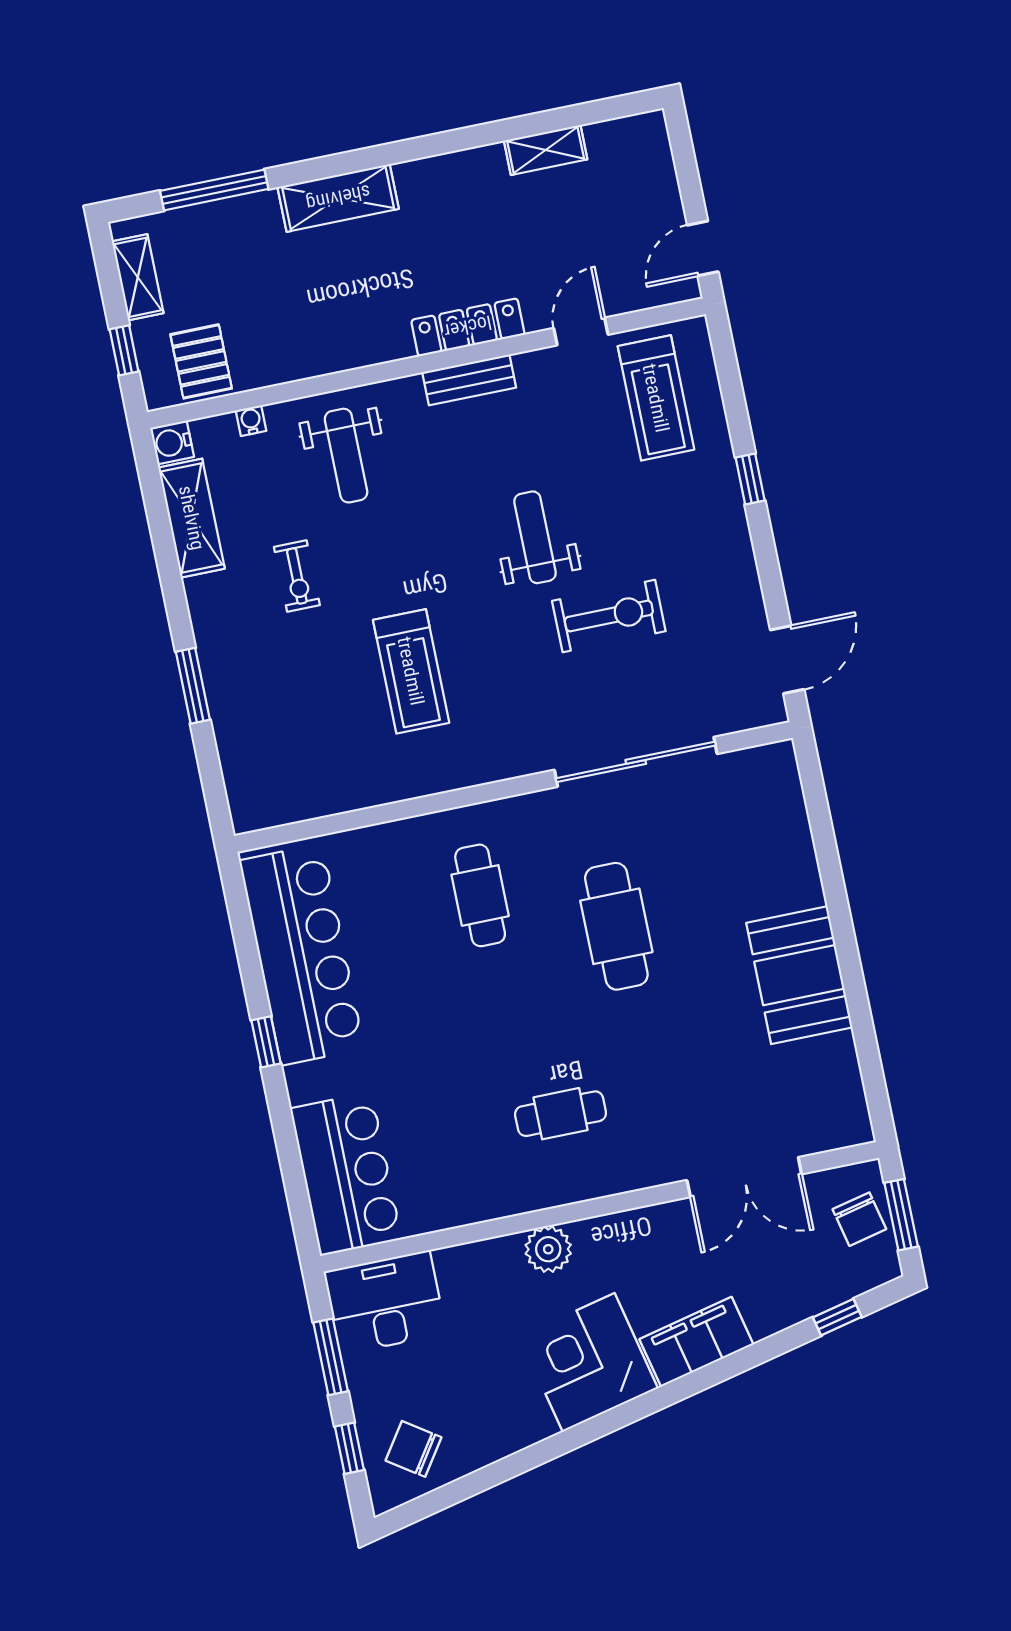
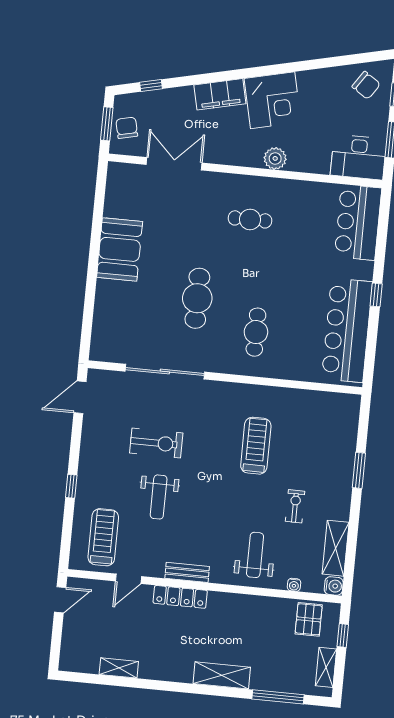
weight bench: (535, 537) -> (159, 497), moved
exercise bike: (609, 616) -> (156, 443), turned 180

